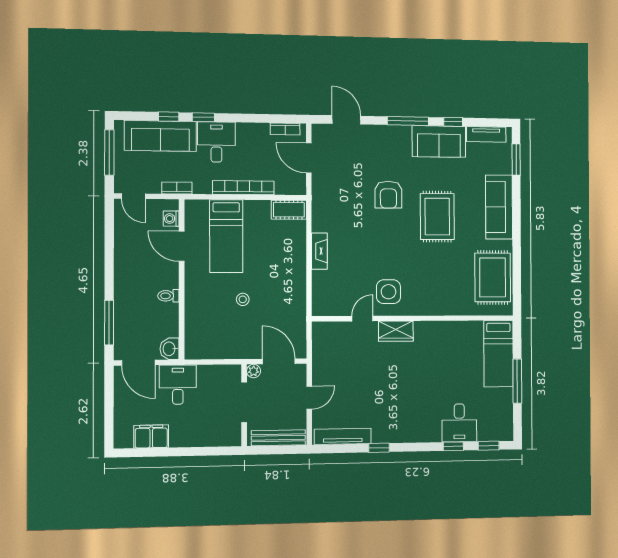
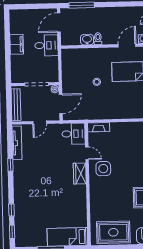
fireplace: (319, 251) -> (99, 127), moved
washbasin: (170, 349) -> (87, 40), moved
door: (309, 398) -> (40, 122), hinge flipped
desk: (459, 423) -> (73, 134), moved, turned 180
filing cabinet: (151, 436) -> (17, 44), moved

